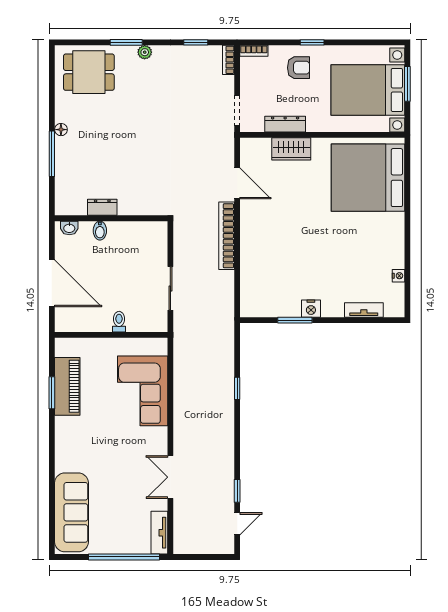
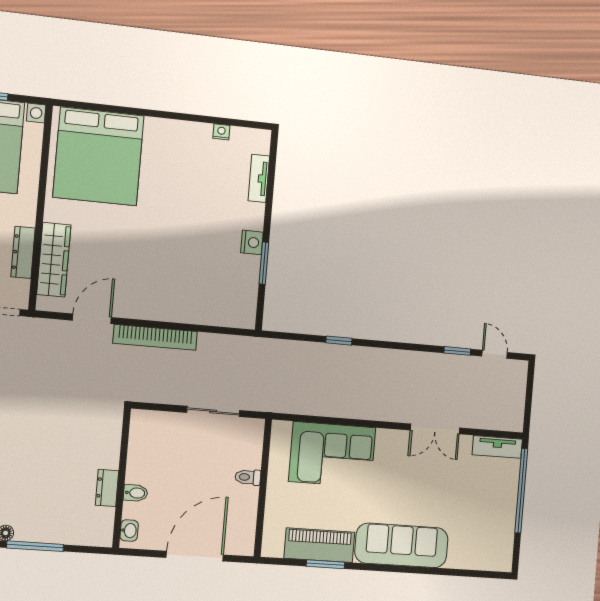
wardrobe: (291, 149) -> (54, 260), width x1.50
sofa: (72, 512) -> (401, 545), moved

